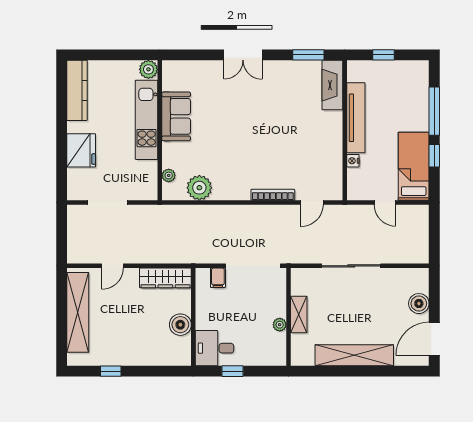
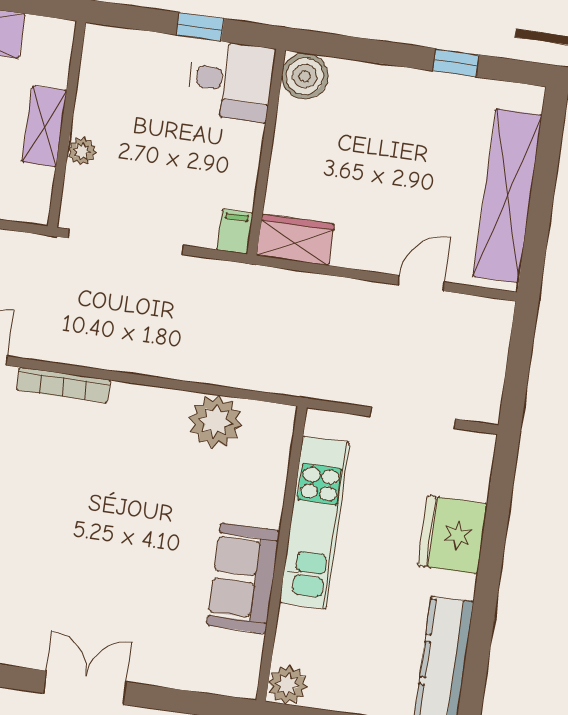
kitchen unit: (147, 120) -> (314, 522), moved
plant: (169, 175) -> (276, 456), removed
wardrobe: (165, 278) -> (295, 240), width x0.67
filing cabinet: (218, 278) -> (235, 232), moved
boiler: (180, 325) -> (305, 76), moved
plant: (280, 325) -> (82, 151), moved

